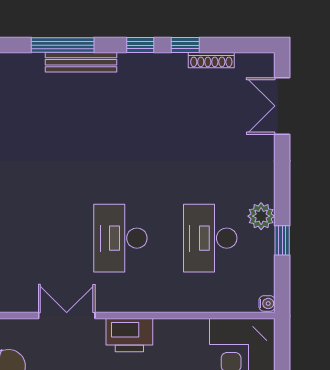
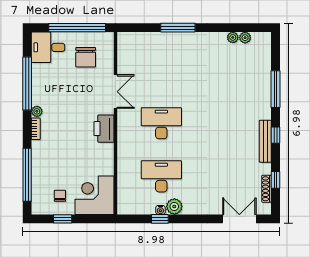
window: (185, 45) -> (275, 180), moved
shoe rack: (211, 60) -> (267, 189), moved
bench: (81, 62) -> (265, 141), moved
water cooler: (267, 303) -> (160, 210), moved

